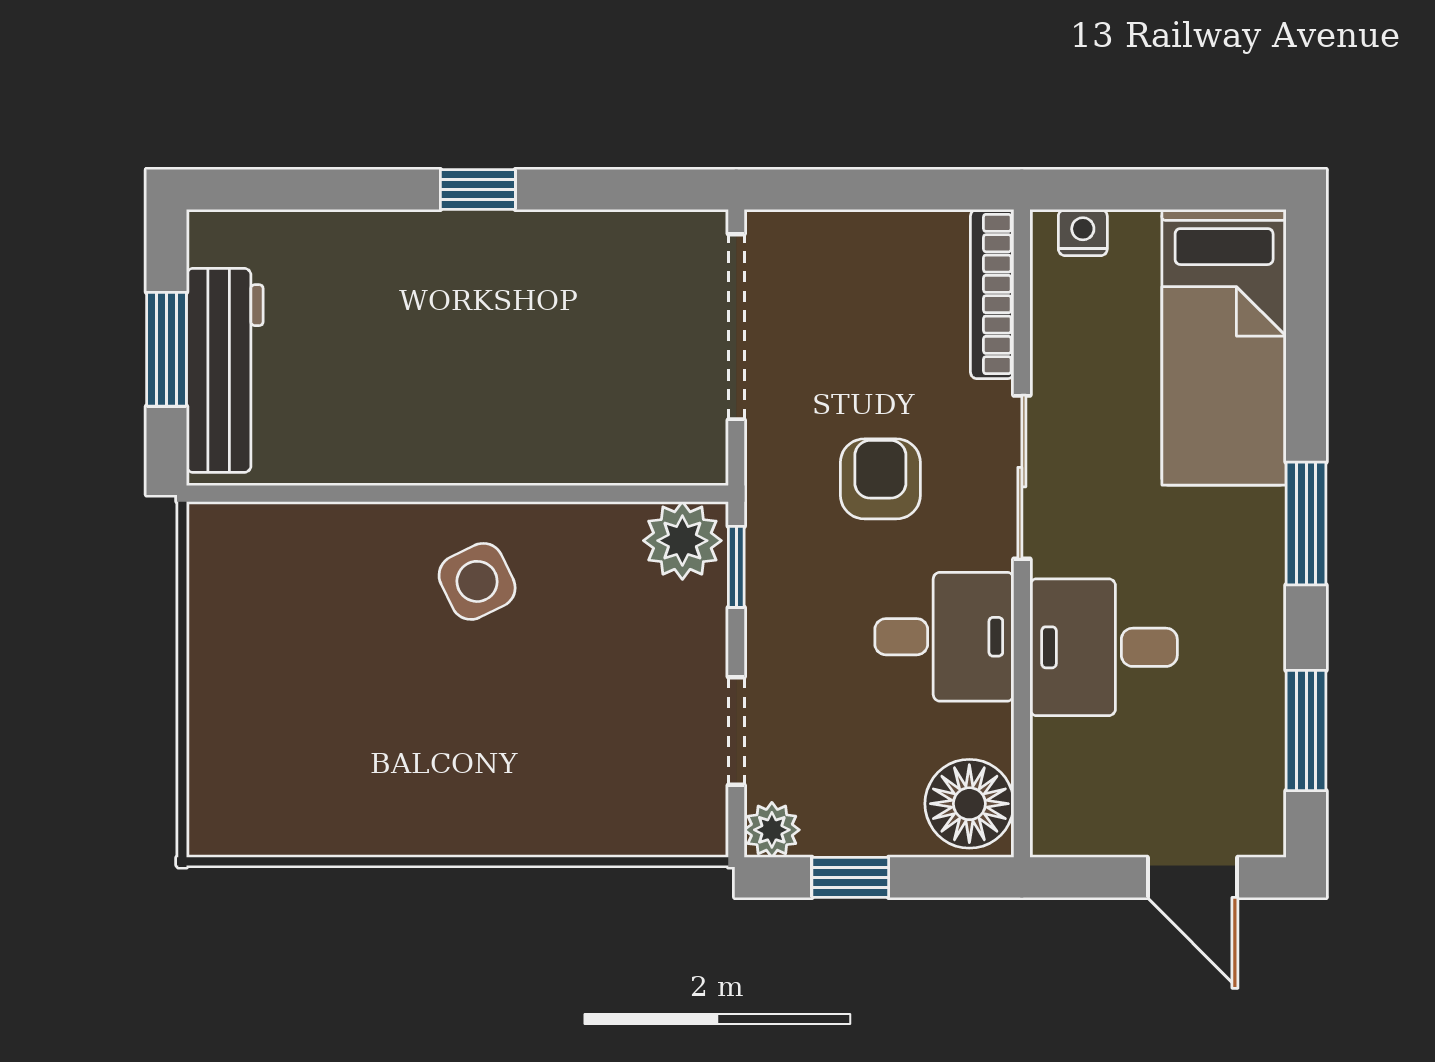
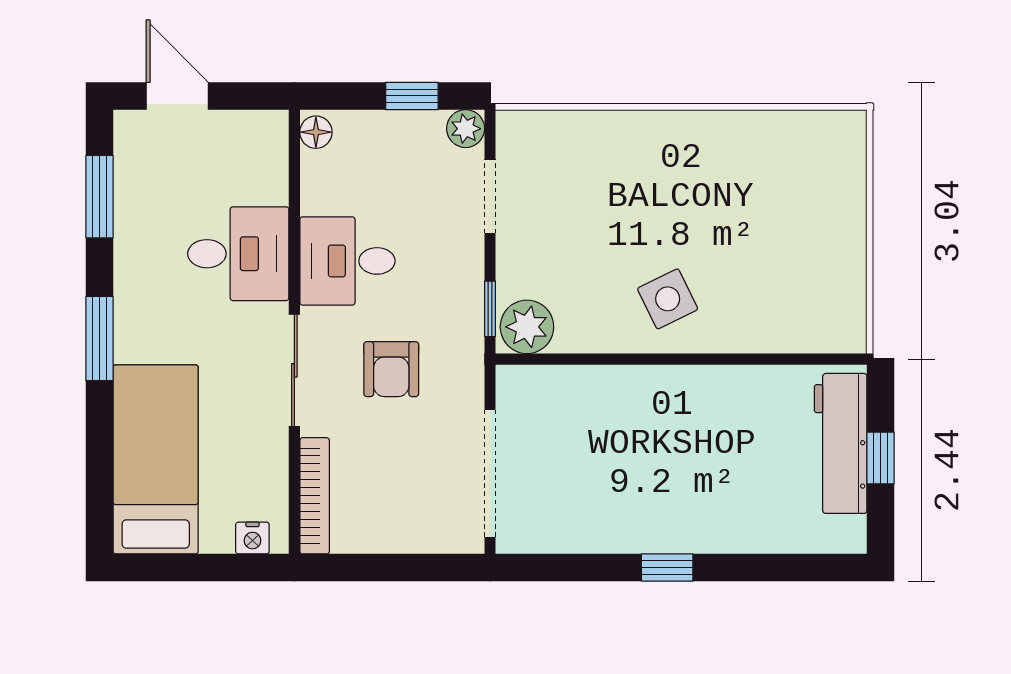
window: (166, 349) -> (881, 458), width x0.67
floor lamp: (969, 804) -> (316, 132), width x0.53, depth x0.53

